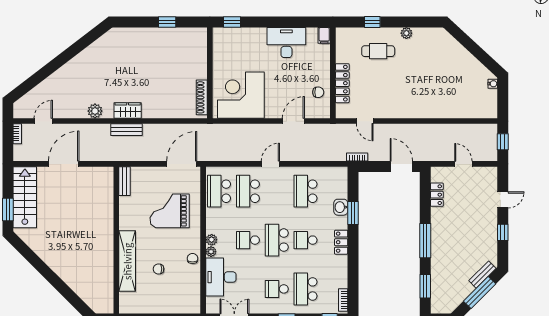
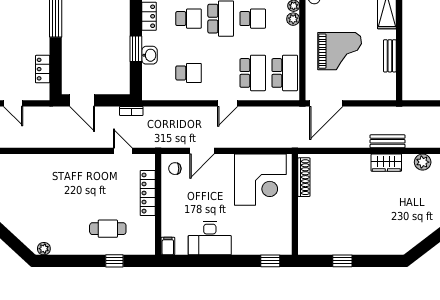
plant: (406, 33) -> (44, 249), moved
chair: (318, 92) -> (175, 169), moved
bench: (124, 181) -> (390, 56), moved
school desk: (306, 191) -> (189, 73), width x0.54

